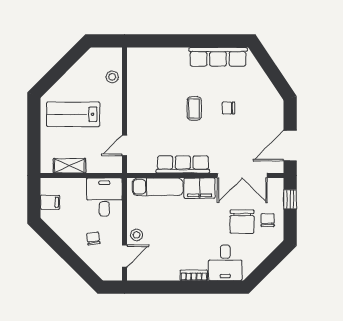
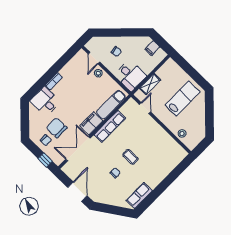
row of seats: (218, 57) -> (139, 196), width x0.68
door: (290, 146) -> (77, 192), moved
shelving: (69, 166) -> (150, 84), moved

